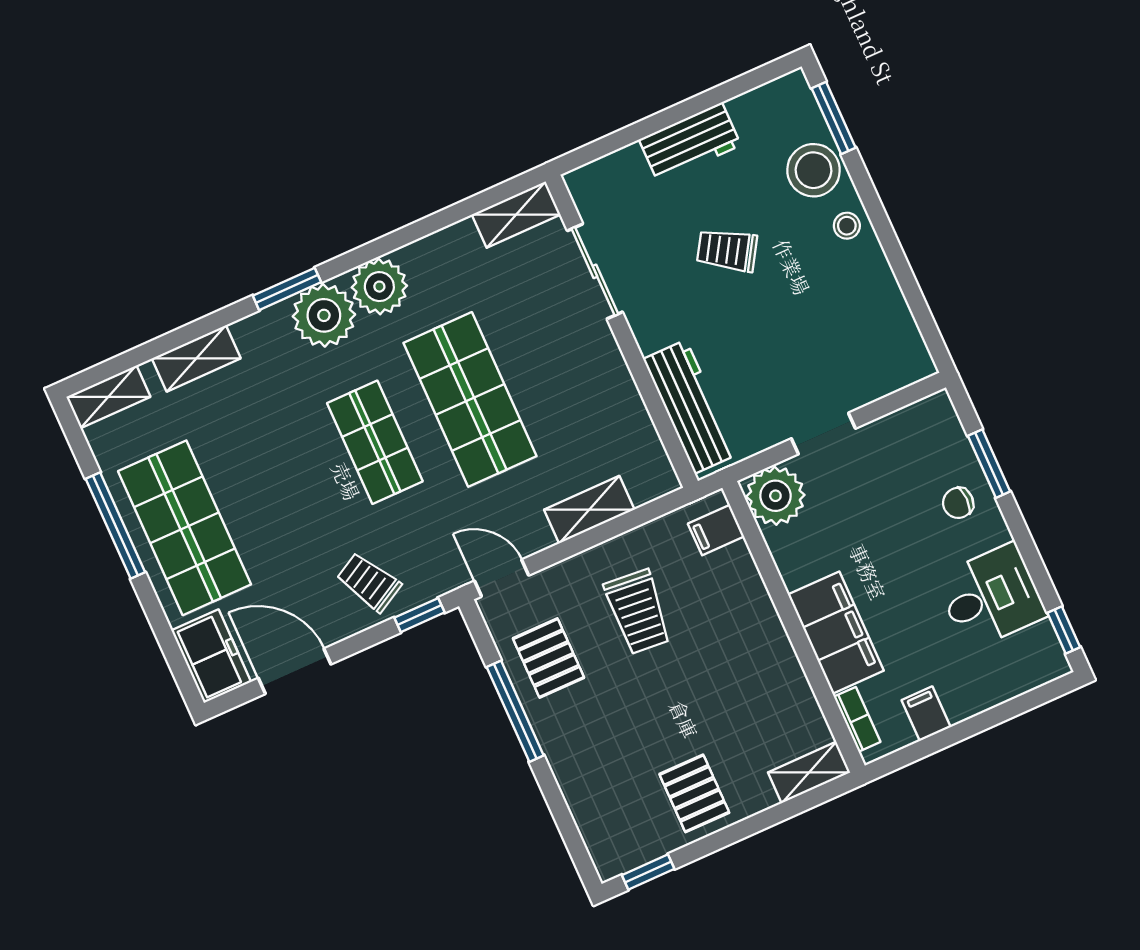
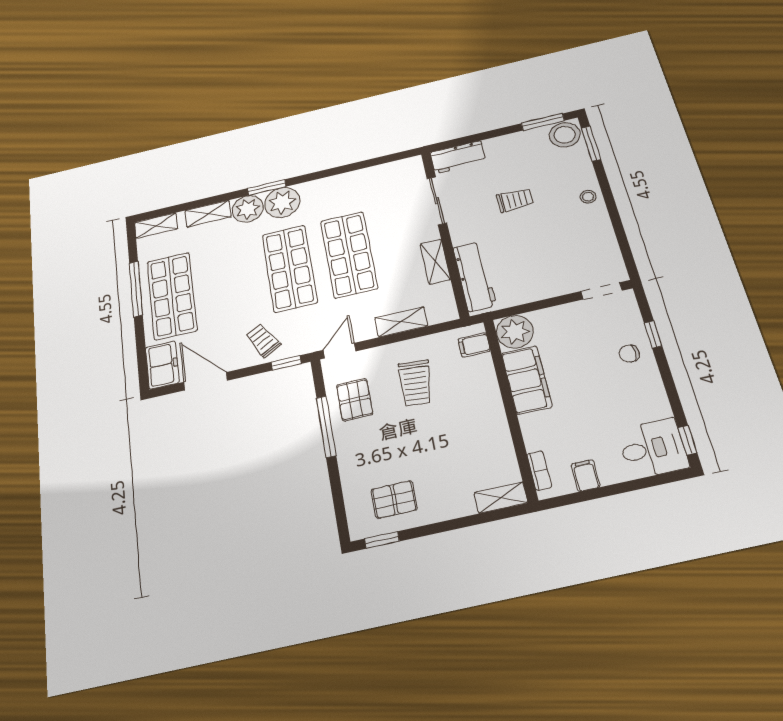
window: (743, 84) -> (543, 122), added
workbench: (690, 142) -> (458, 157), moved
stool: (813, 170) -> (565, 135), moved
shelving: (516, 215) -> (435, 262), moved, turned 90
trolley: (727, 250) -> (515, 200), turned 148
plant: (379, 287) -> (248, 209), moved
doorway: (823, 433) -> (602, 291), moved
shop shelf: (375, 442) -> (290, 268), width x1.43, depth x1.36
window: (989, 464) -> (653, 334), width x0.67
door: (502, 578) -> (340, 351), hinge flipped
desk: (991, 597) -> (653, 448), moved
filing cabinet: (836, 633) -> (527, 380), moved
pallet: (694, 793) -> (394, 499), moved, turned 90

